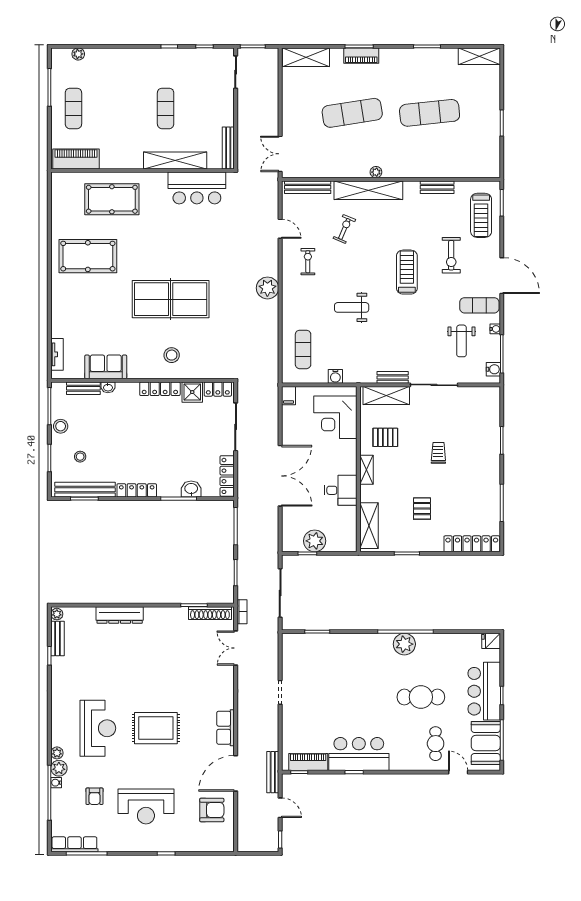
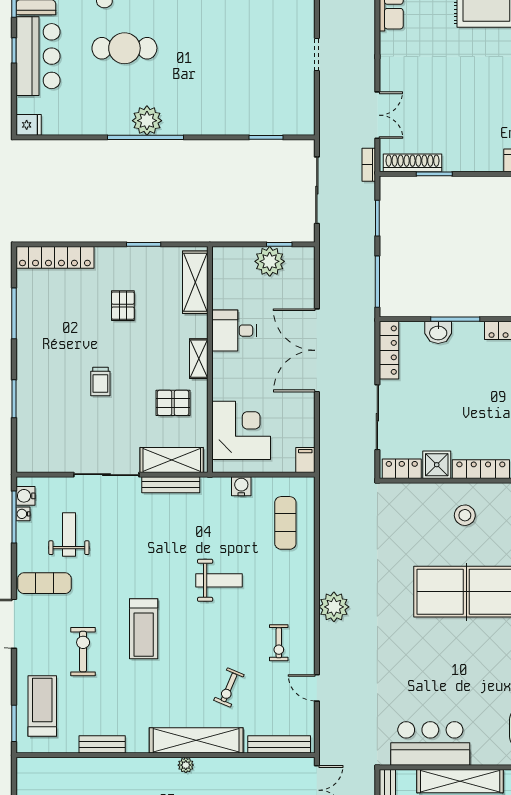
water cooler: (495, 329) -> (23, 514), moved
bench: (393, 377) -> (171, 485), width x1.36

